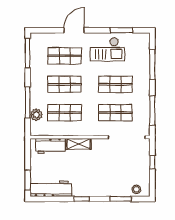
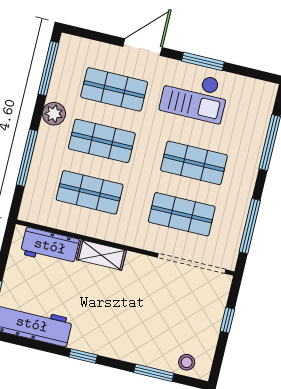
window: (122, 30) -> (203, 61), moved
plant: (36, 115) -> (54, 114), moved

